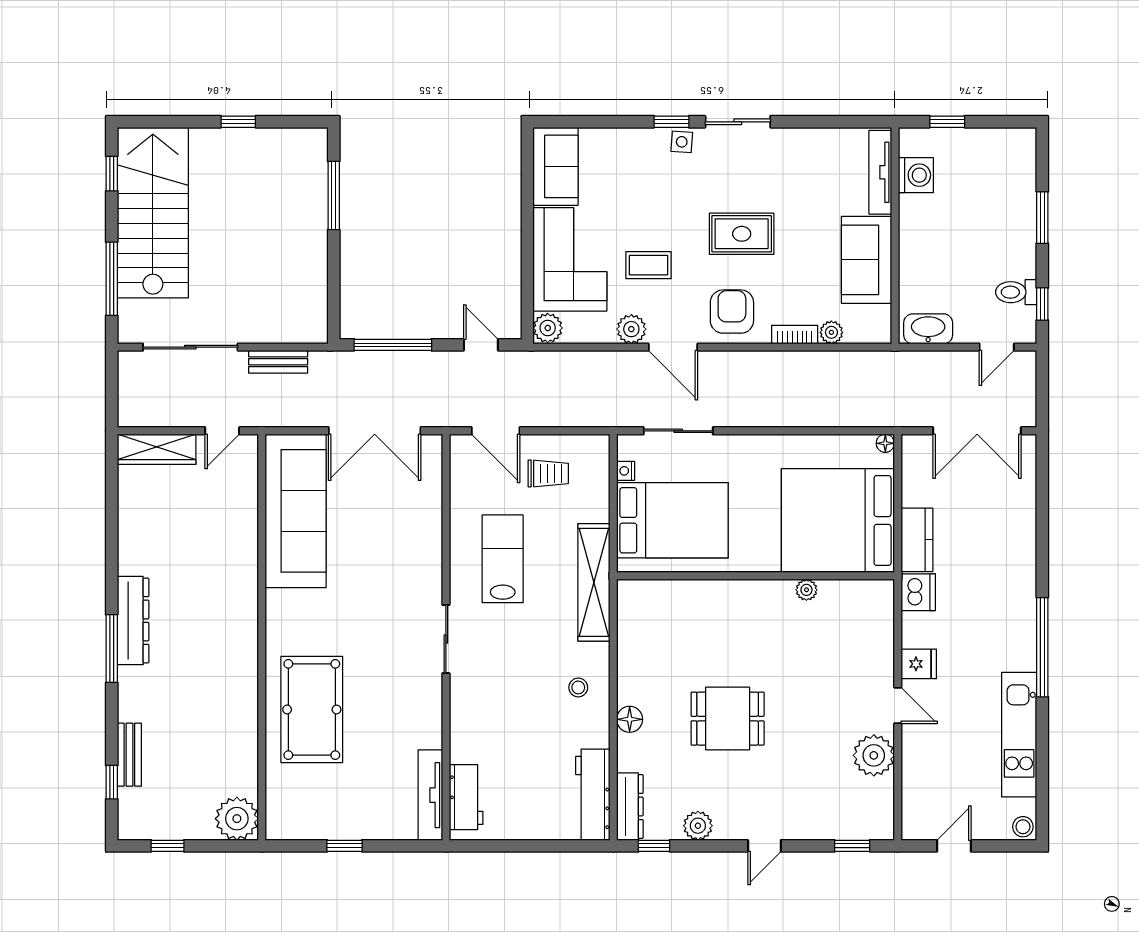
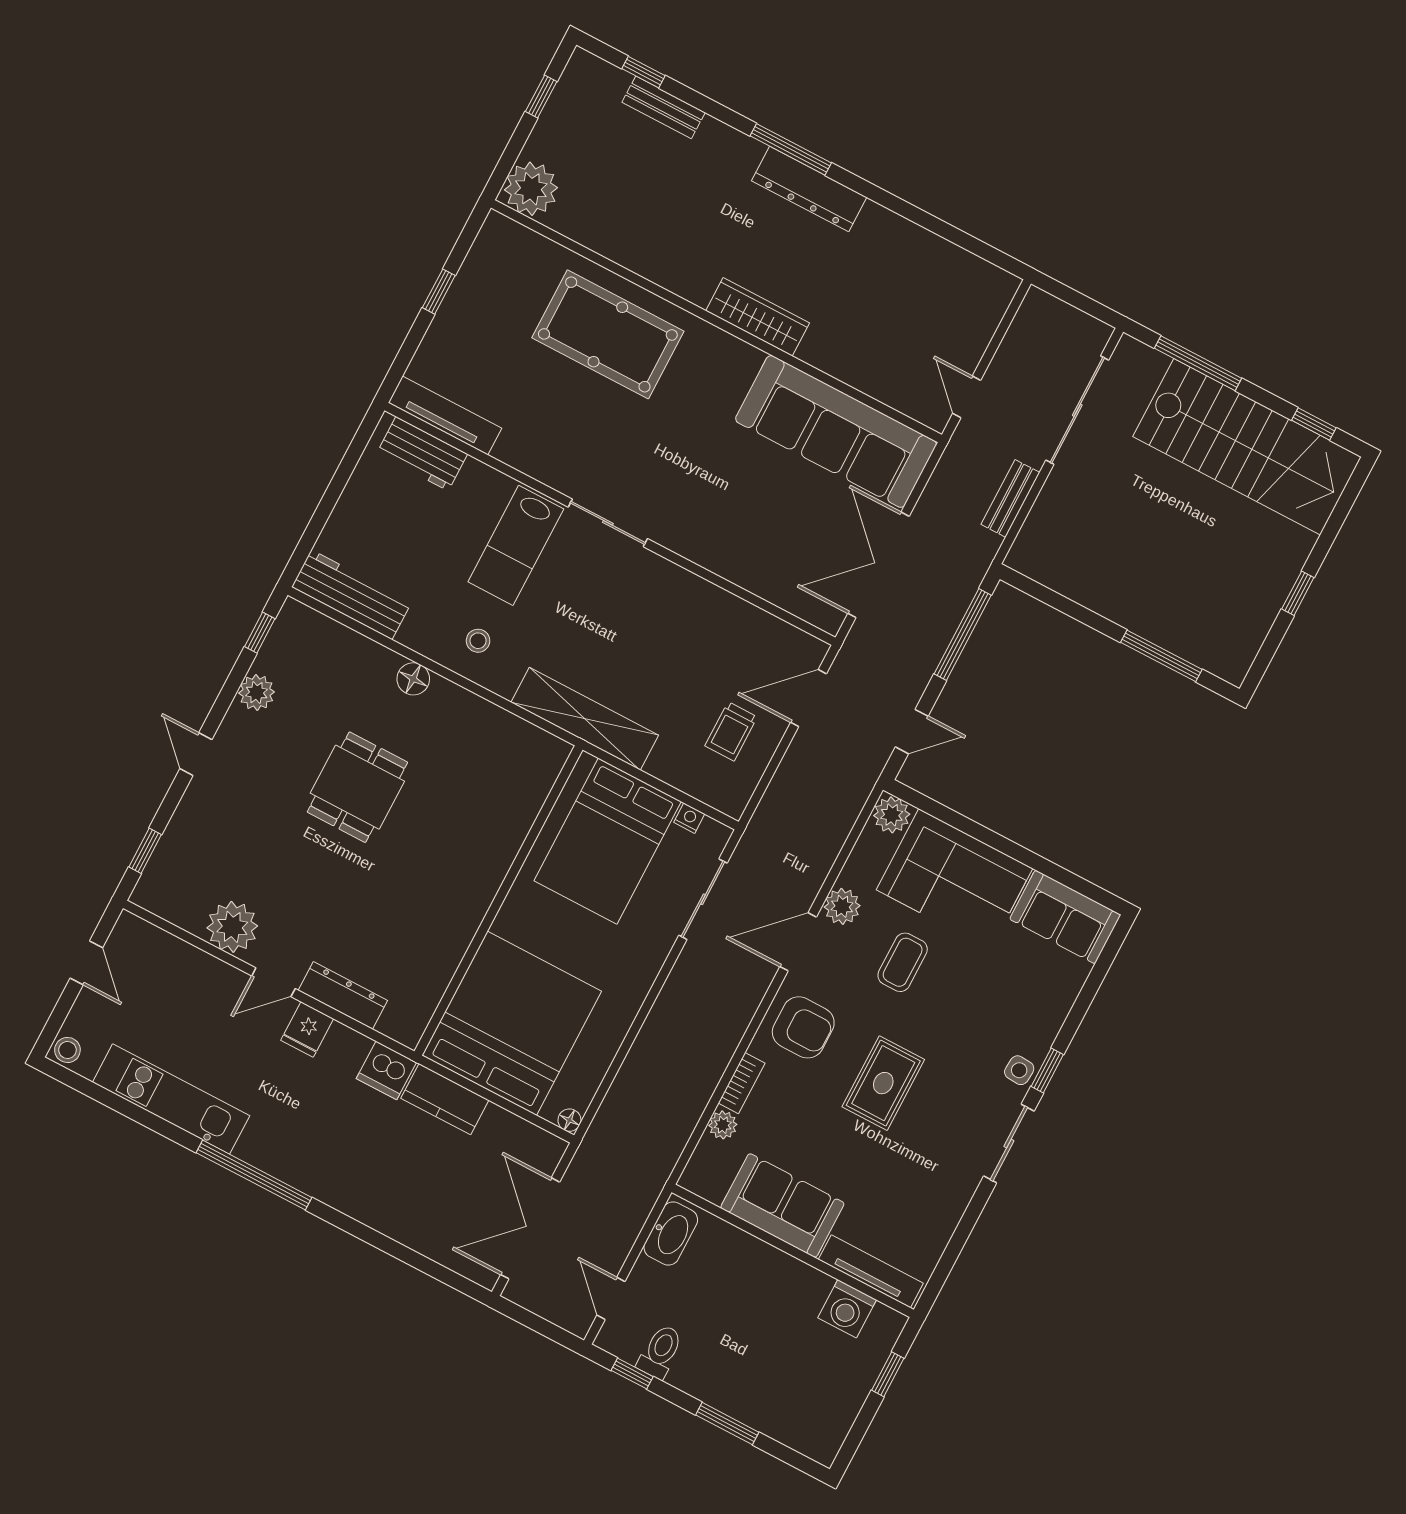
wardrobe: (157, 449) -> (758, 317), moved, turned 90
lab bench: (503, 559) -> (516, 545), moved, turned 90
plant: (806, 590) -> (454, 949), removed
dresser: (630, 807) -> (343, 995), moved, turned 180

